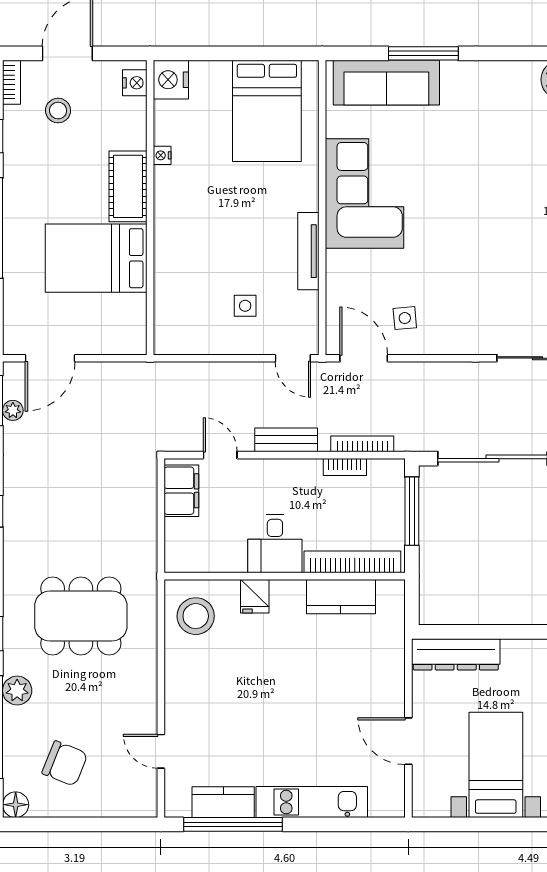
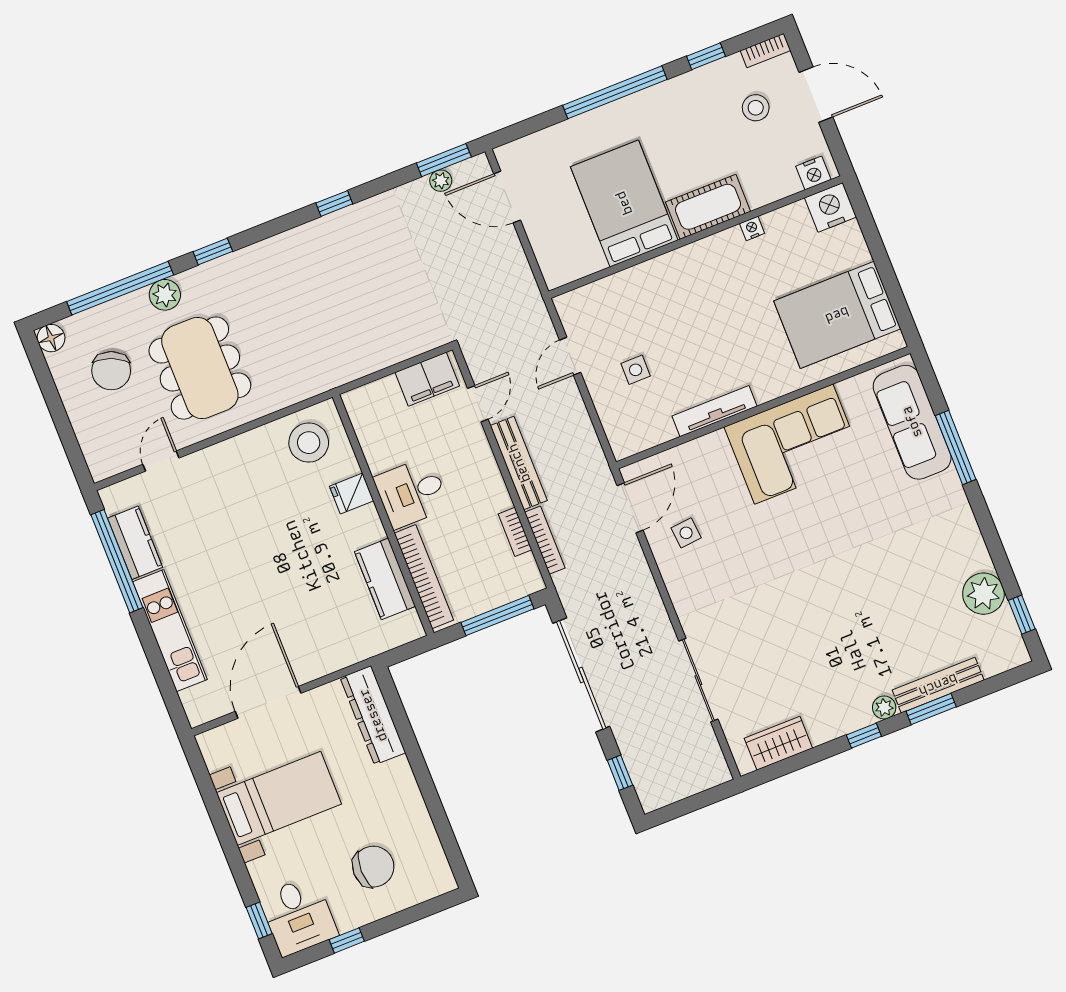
door: (293, 358) -> (570, 356), moved
bench: (286, 440) -> (519, 463), width x1.36
dining table: (81, 616) -> (200, 368), moved
door: (408, 741) -> (268, 702), width x1.36

